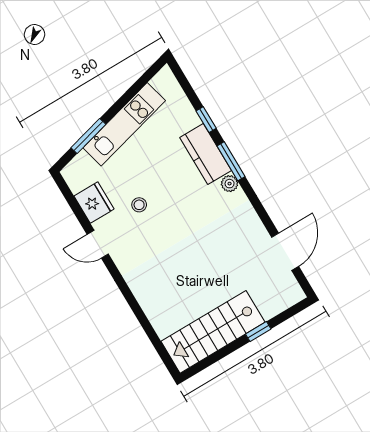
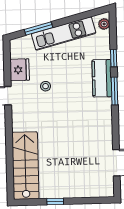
plant: (230, 184) -> (104, 24), moved
stairs: (213, 332) -> (25, 166), moved, turned 90
window: (258, 332) -> (55, 201), moved

